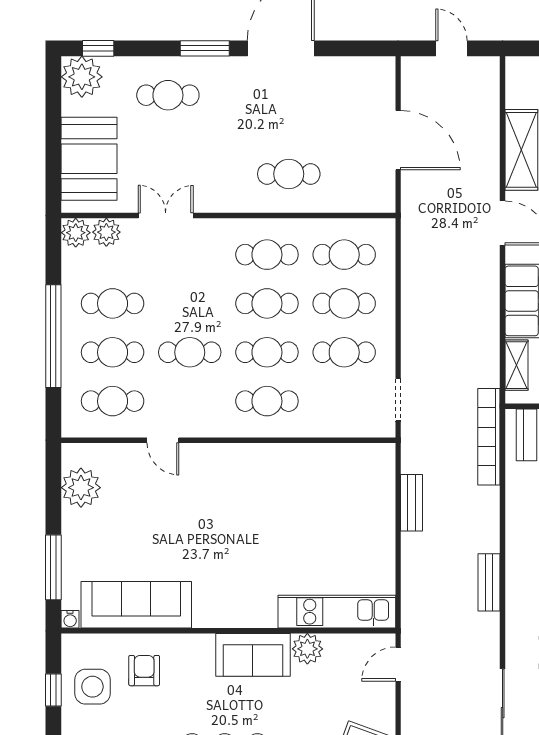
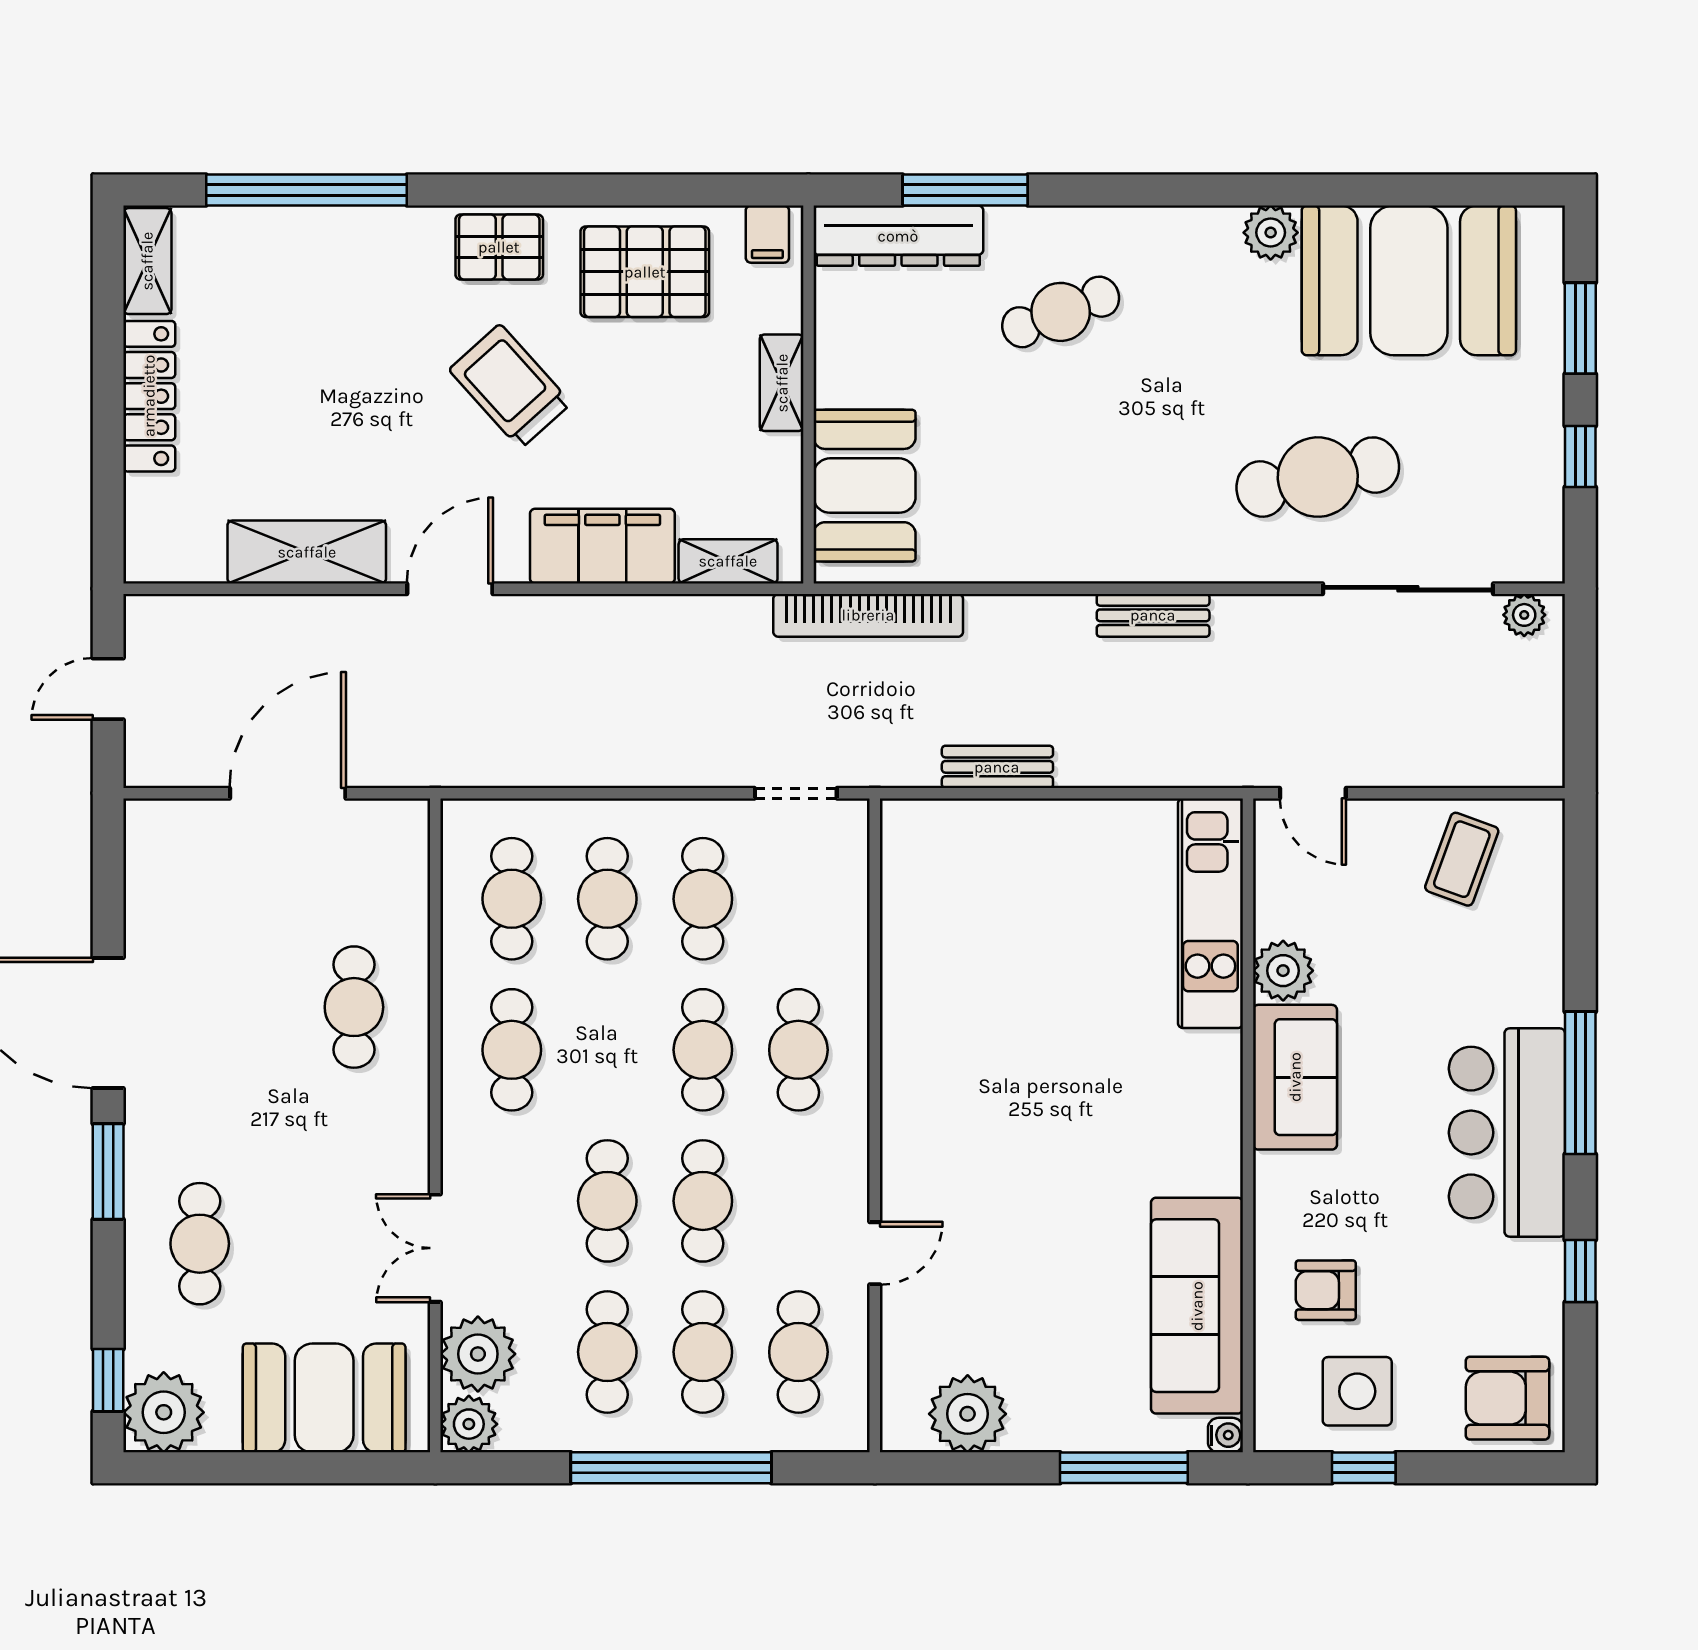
plant: (106, 232) -> (478, 1354), width x1.36, depth x1.36
cafe table: (267, 303) -> (607, 1201), moved

